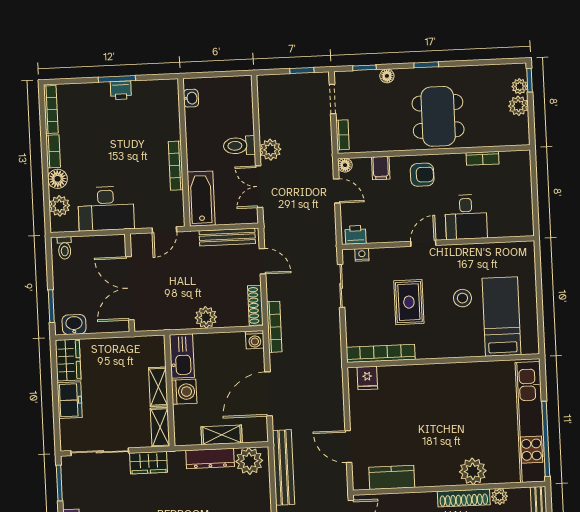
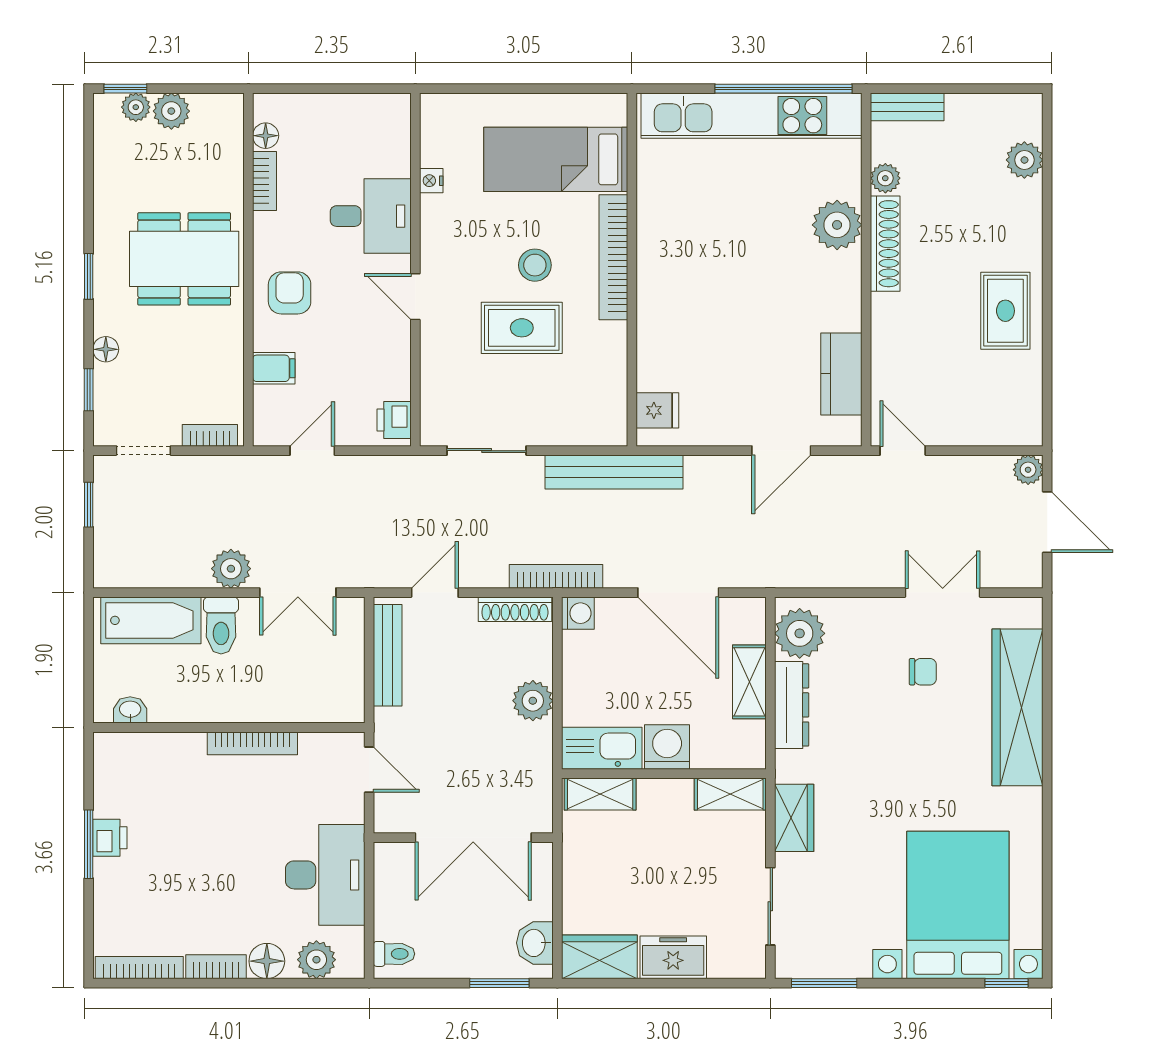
floor lamp: (345, 165) -> (266, 136), moved
bathtub: (201, 199) -> (151, 620), moved, turned 180
nightstand: (362, 255) -> (431, 181), moved
stool: (462, 298) -> (535, 265), moved
bookcase: (381, 353) -> (613, 257), moved
shelving: (158, 387) -> (600, 794), moved
sliding door: (100, 452) -> (770, 906), width x0.73
bench: (283, 467) -> (614, 472), moved

